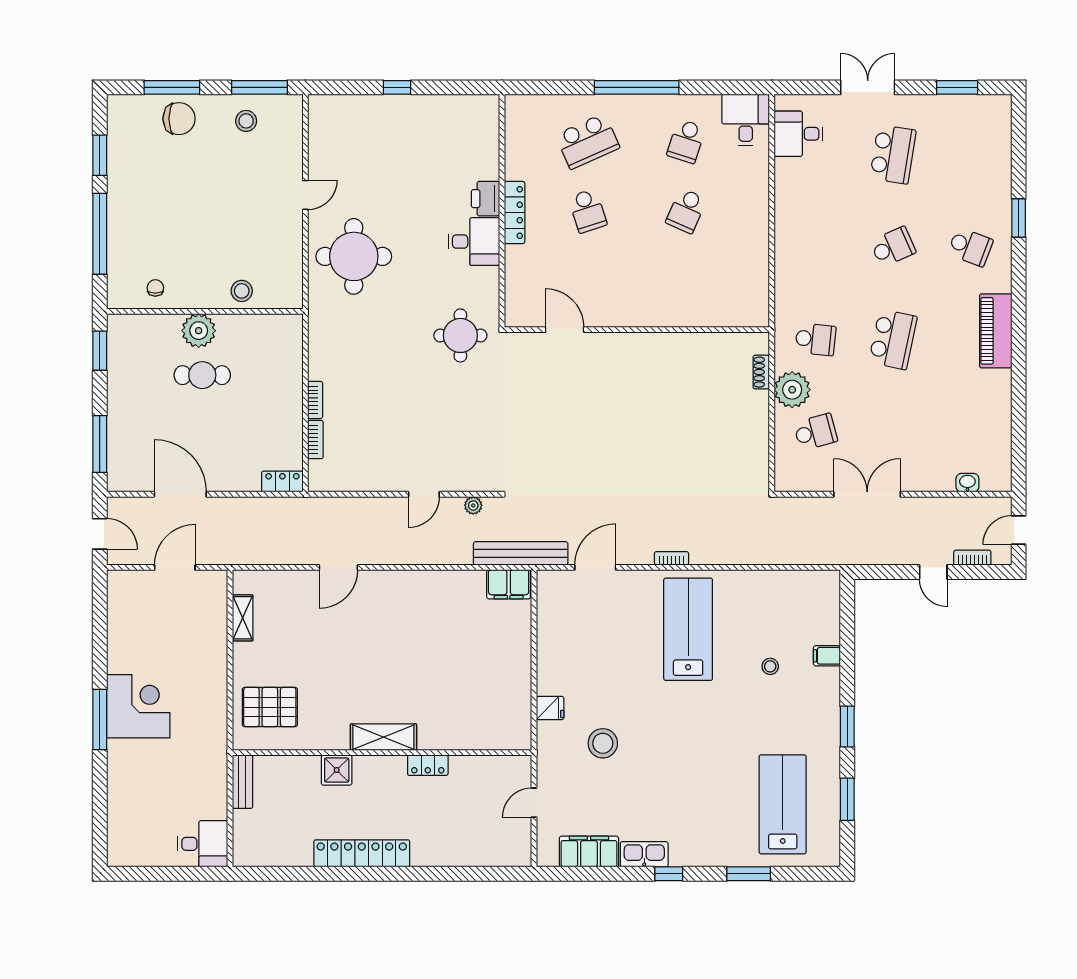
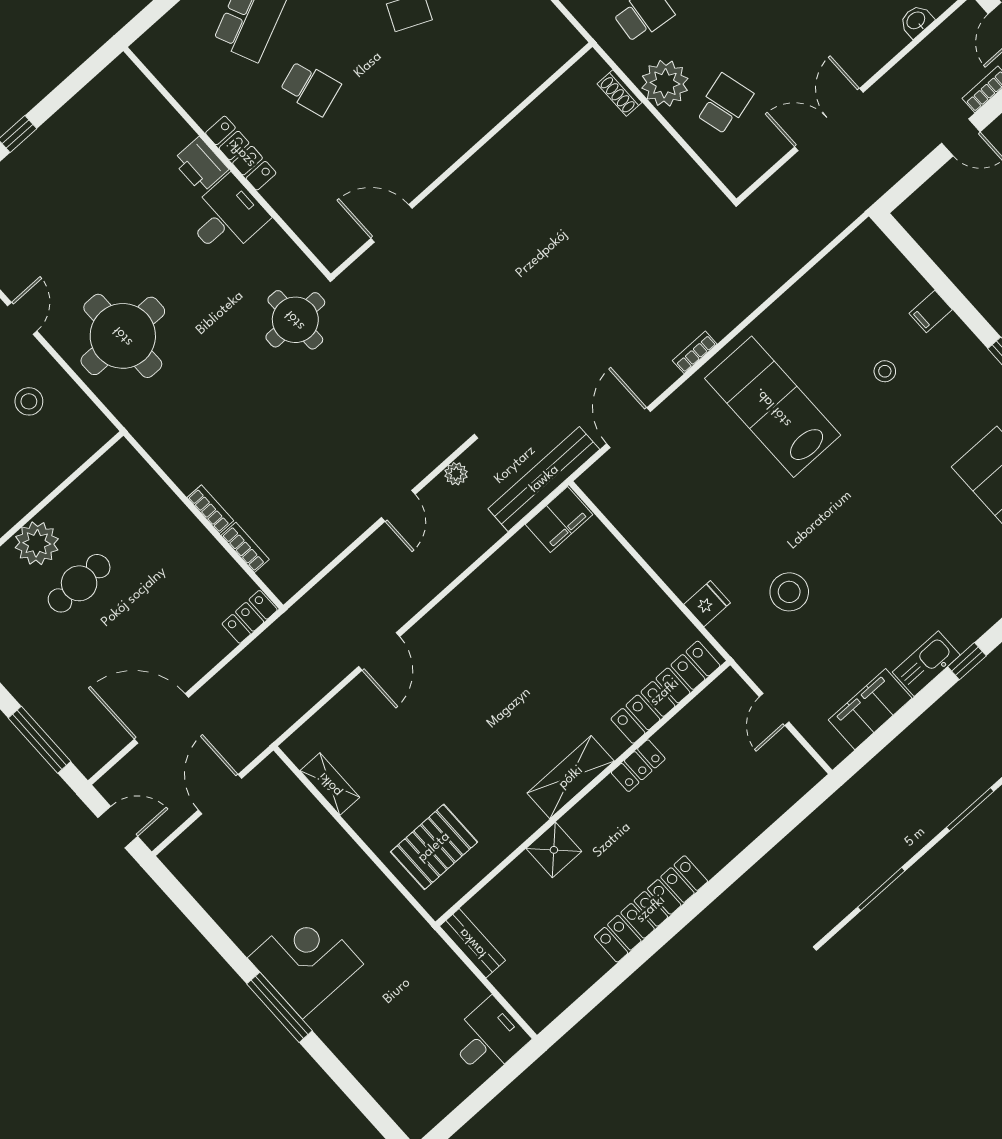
stool: (242, 291) -> (29, 401), moved
locker: (481, 737) -> (665, 692), added

